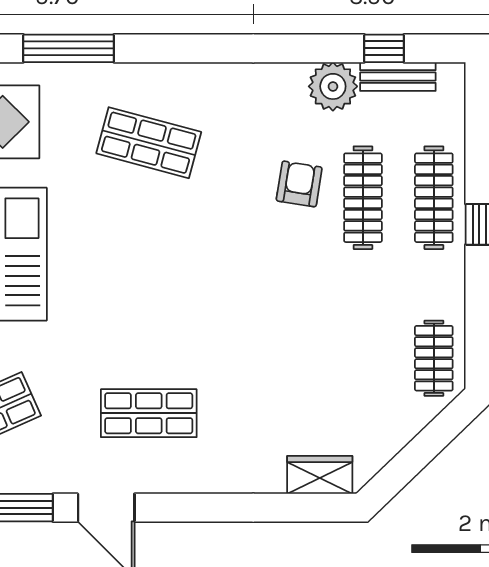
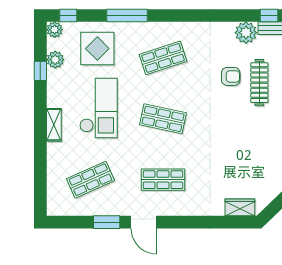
shop shelf: (149, 143) -> (163, 58), turned -33
armchair: (299, 184) -> (231, 76), turned 81
shop shelf: (149, 278) -> (163, 119), added

